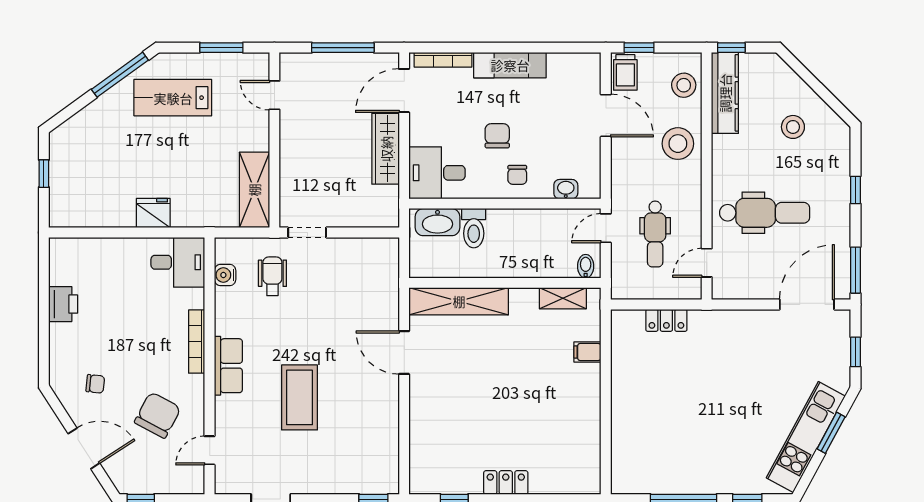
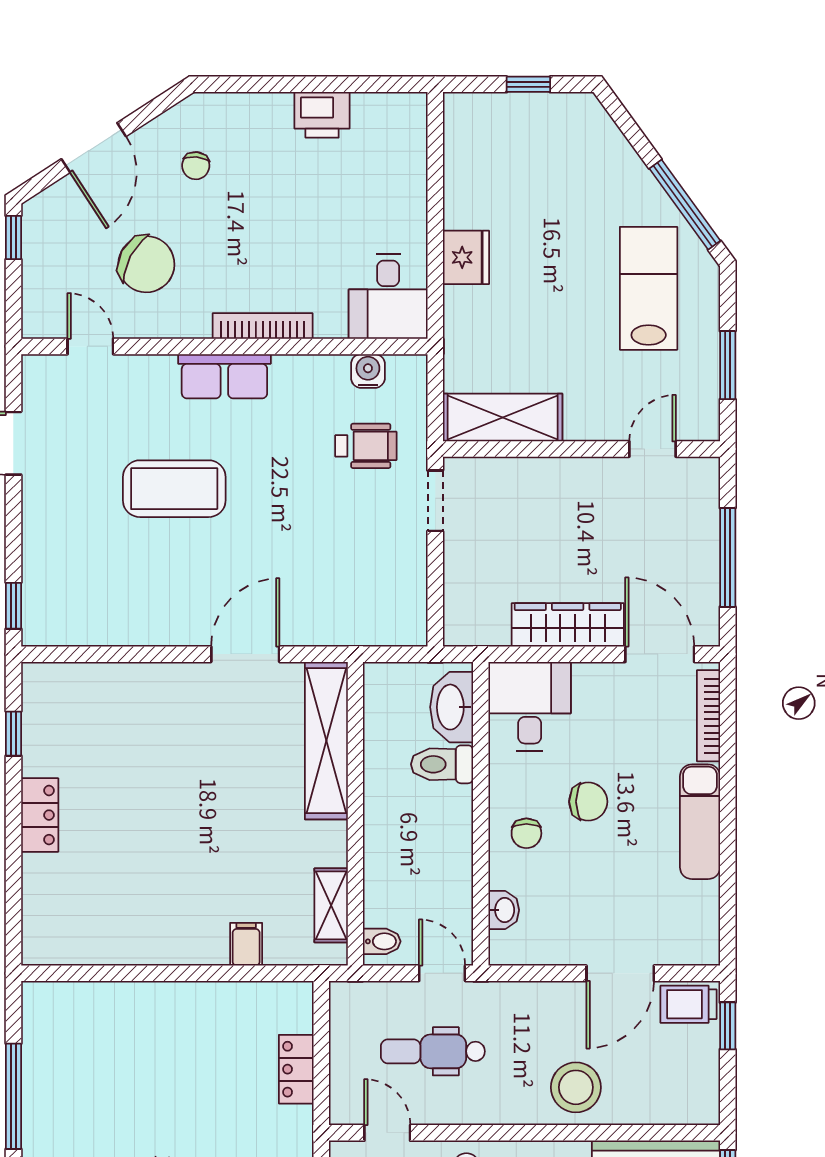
stool: (684, 85) -> (668, 1097), removed
chair: (517, 175) -> (526, 833), turned -90

